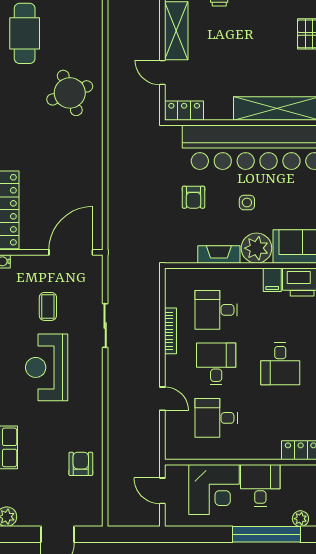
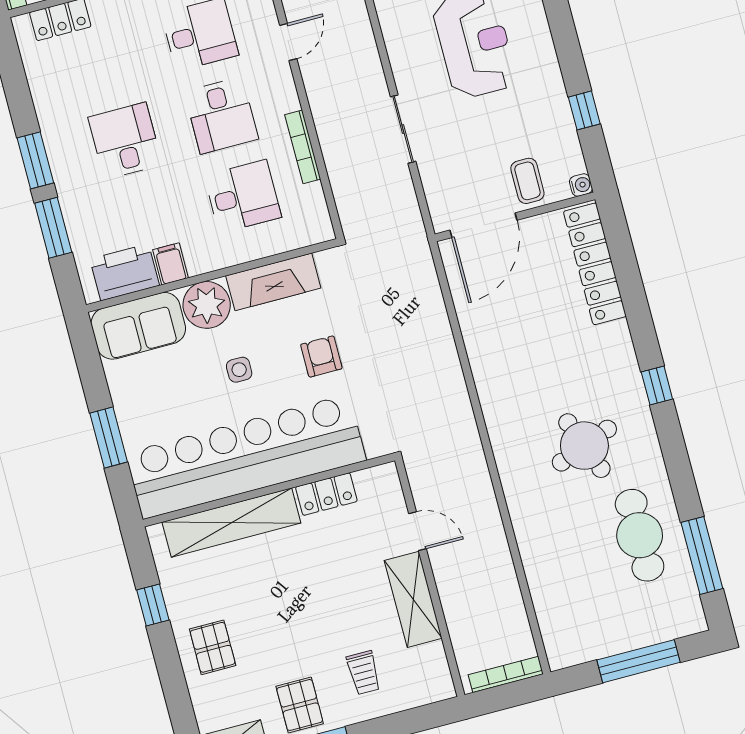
round table: (70, 93) -> (584, 446), moved
locker: (184, 111) -> (326, 494), moved
fireplace: (219, 254) -> (273, 282), width x1.37, depth x1.32
coffee table: (48, 306) -> (527, 181), moved
door: (162, 399) -> (288, 42), swing flipped

